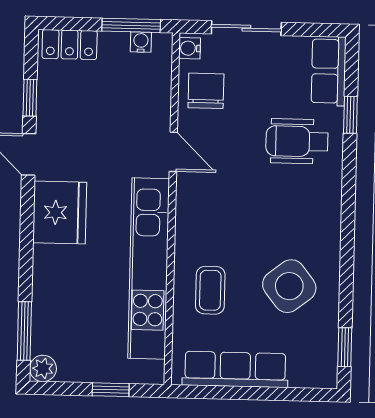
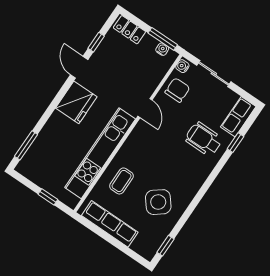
plant: (43, 368) -> (24, 168), removed

